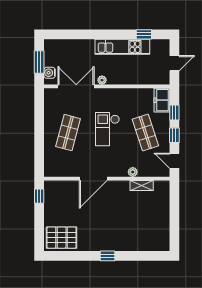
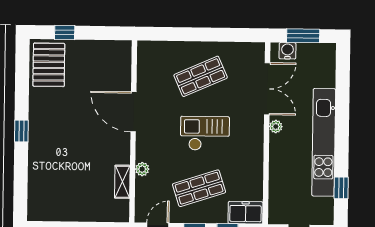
kitchen unit: (122, 47) -> (324, 142), width x1.36
shop shelf: (68, 133) -> (201, 76), turned -39
window: (39, 196) -> (65, 32), moved

